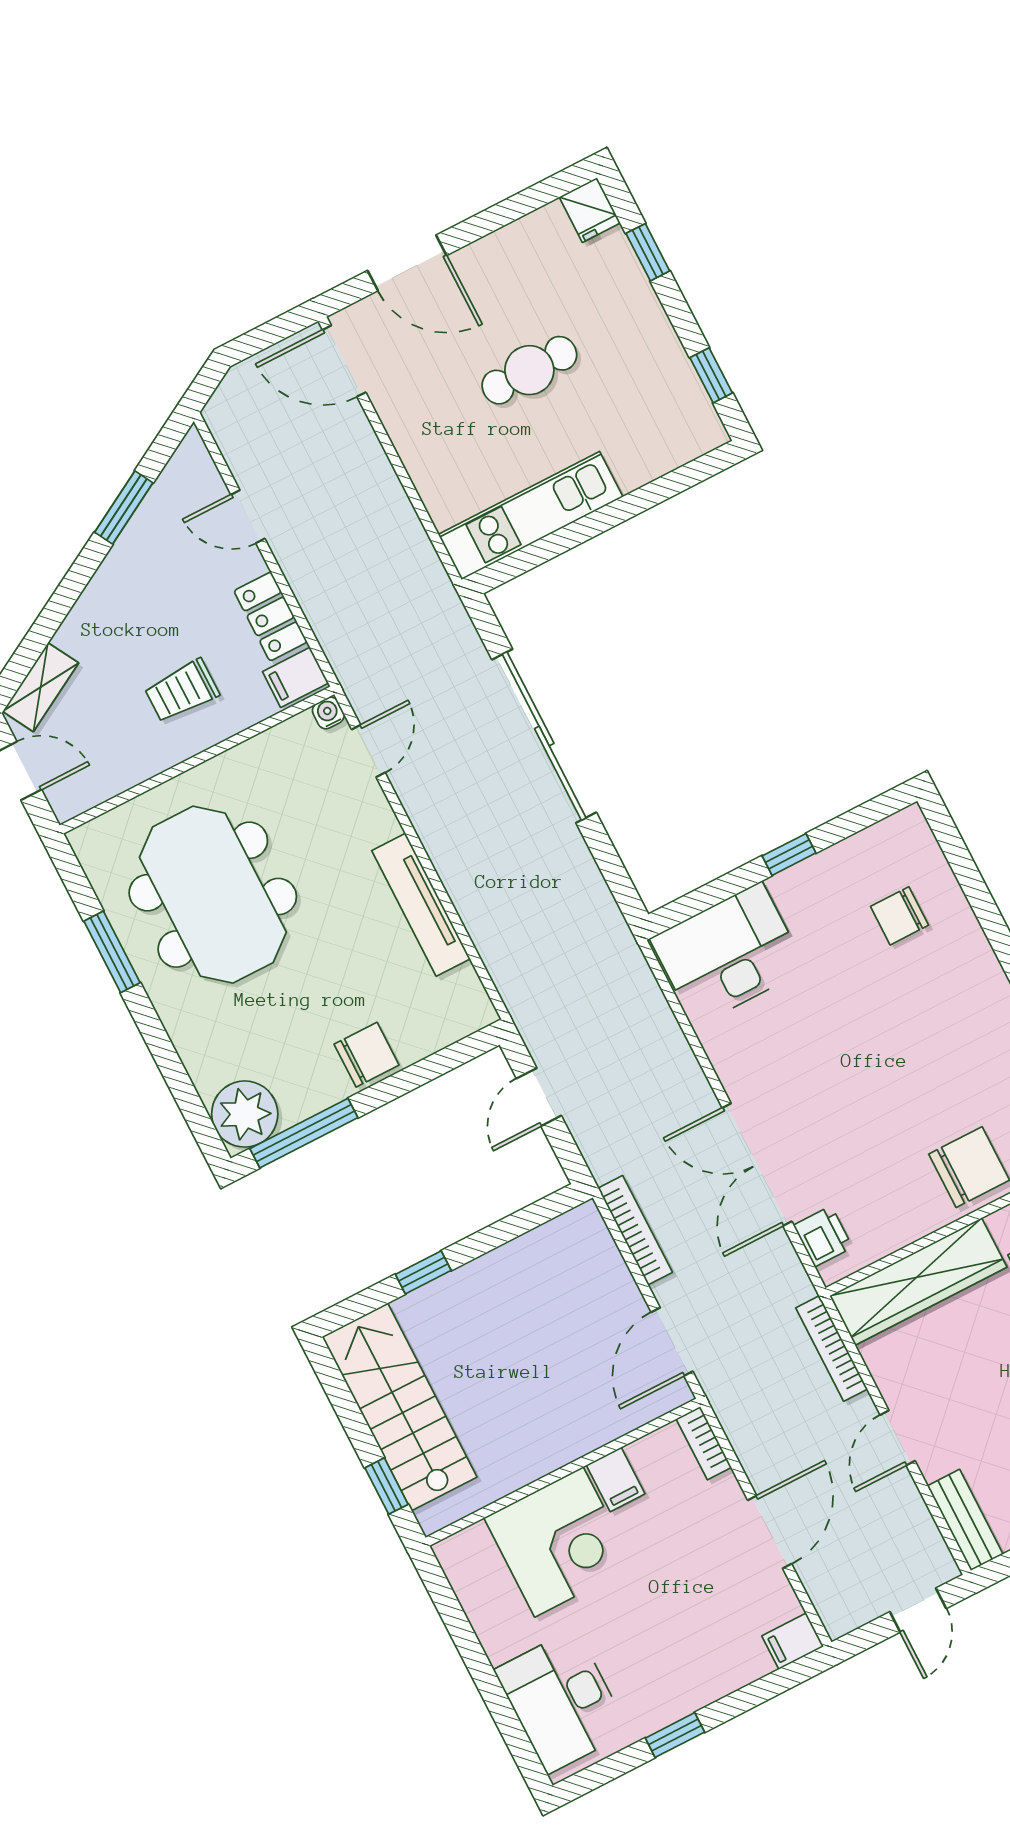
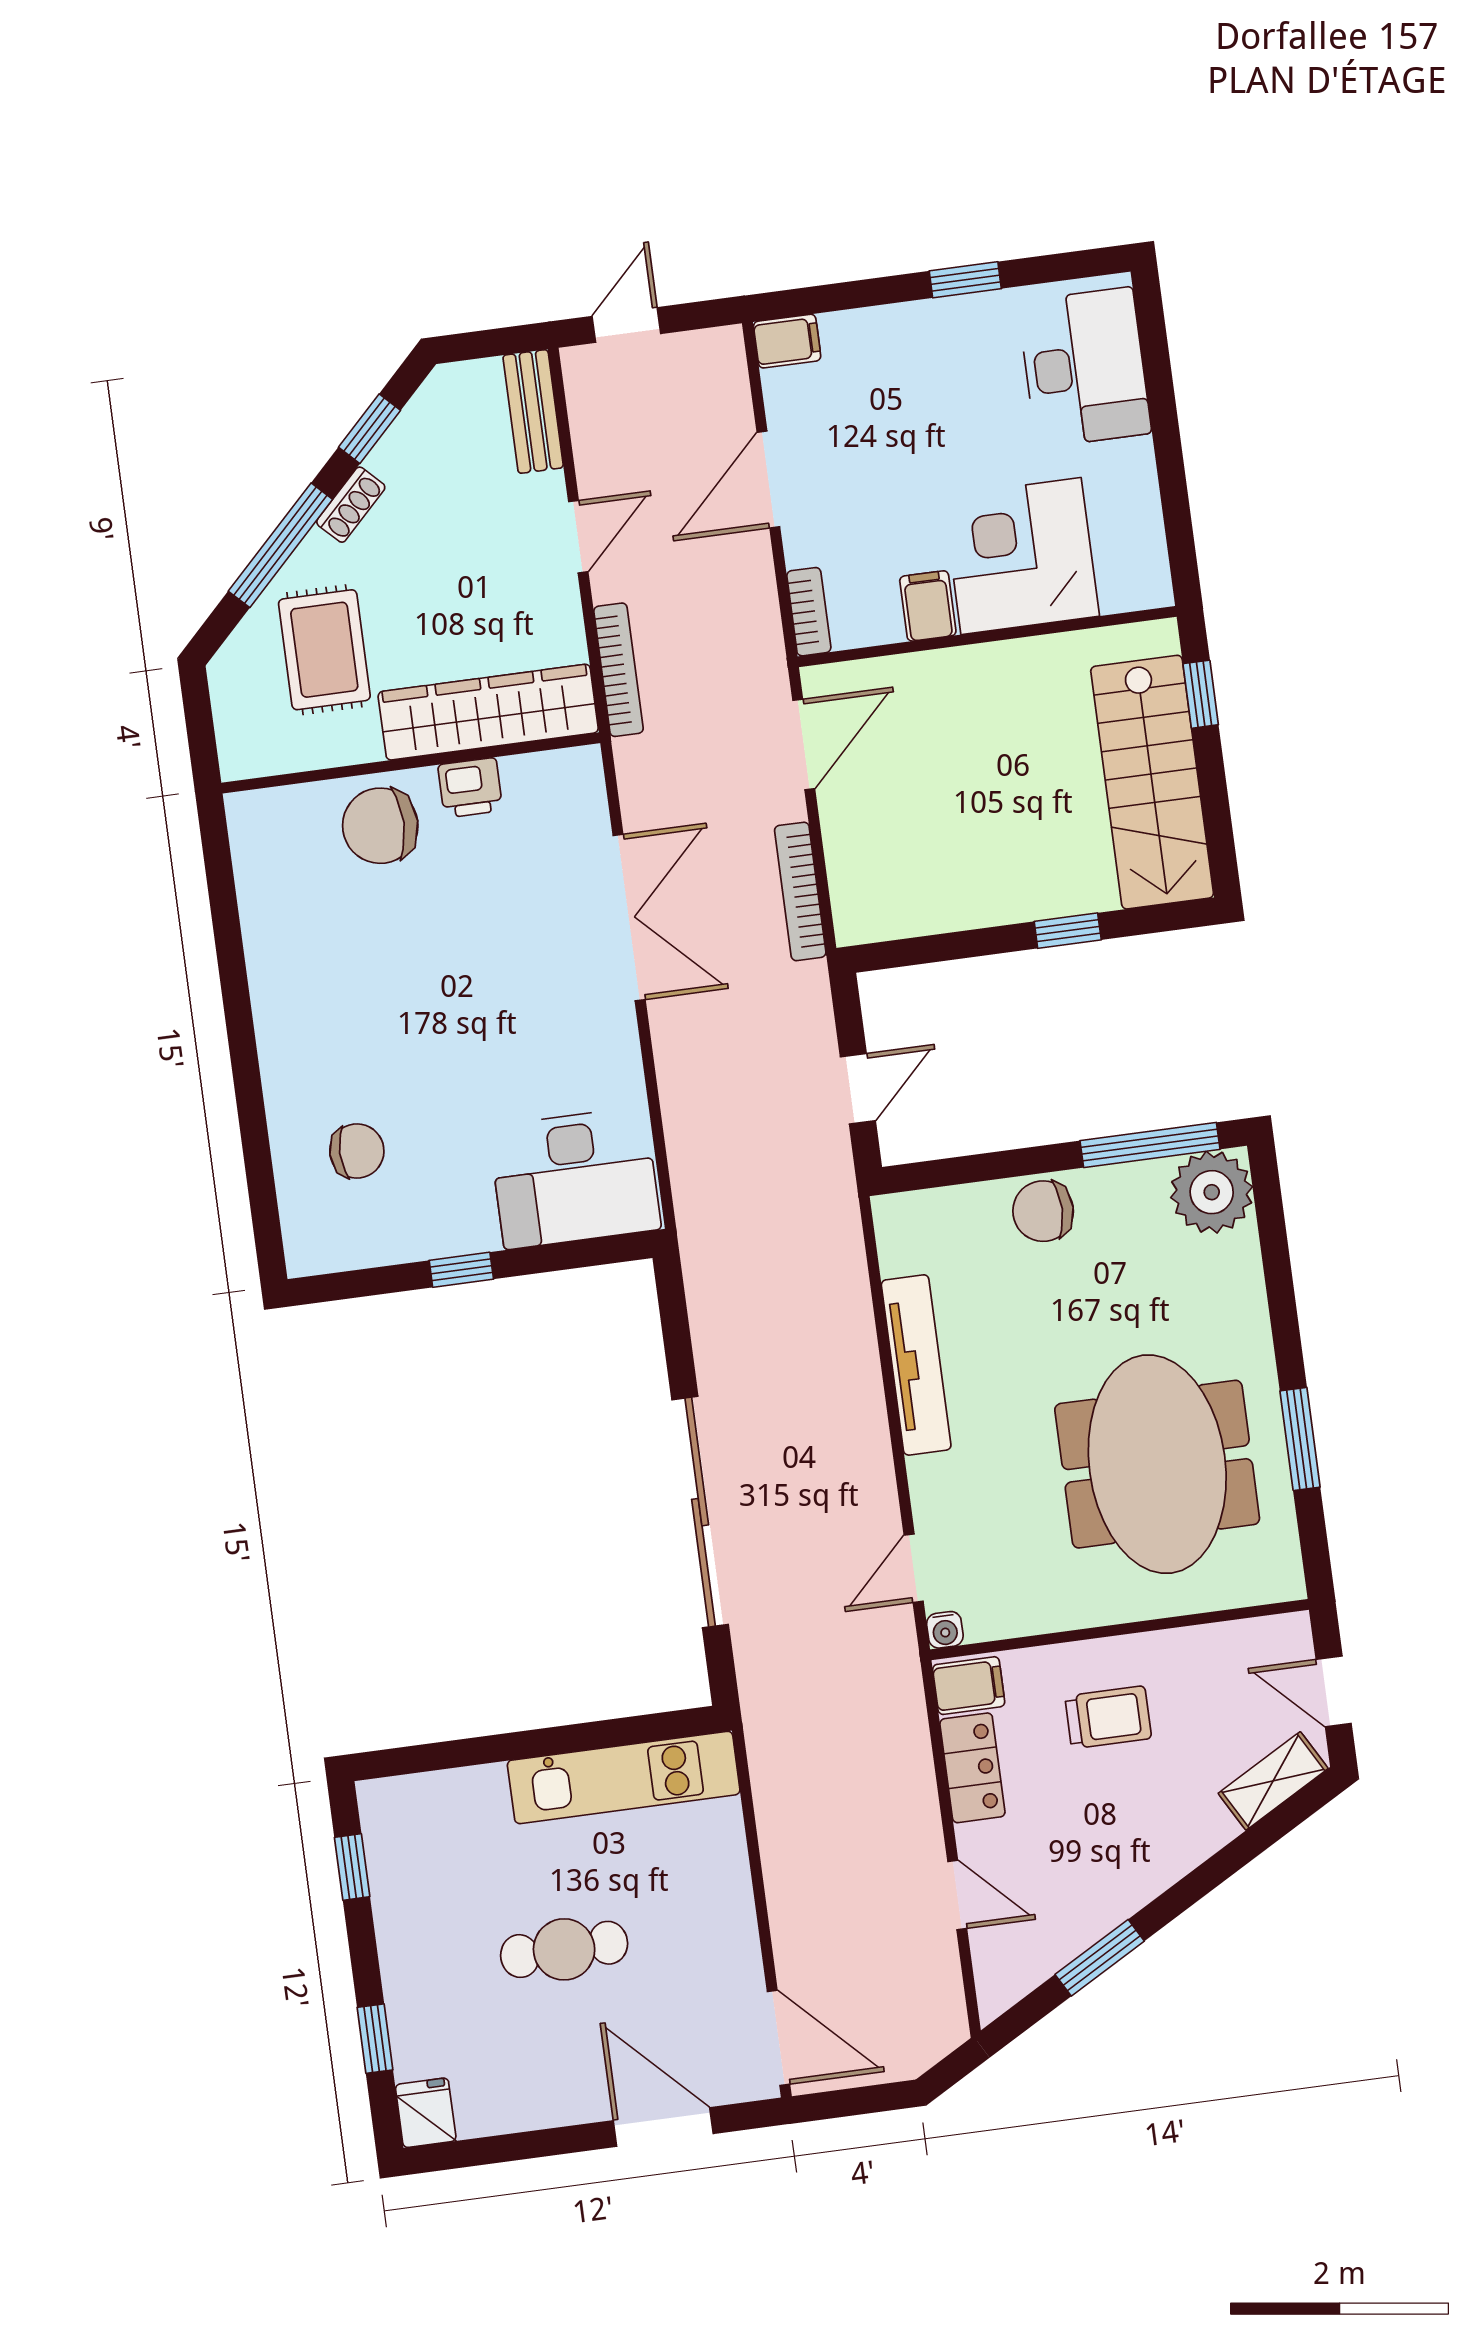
printer: (823, 1236) -> (470, 788), moved, turned -90

